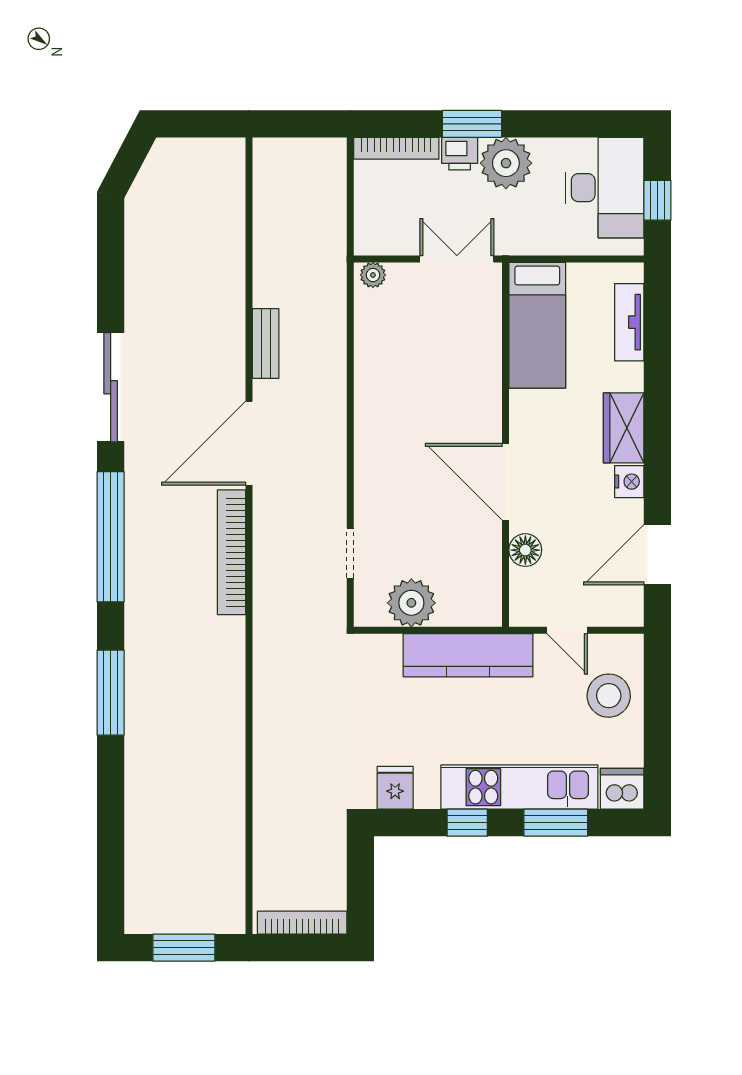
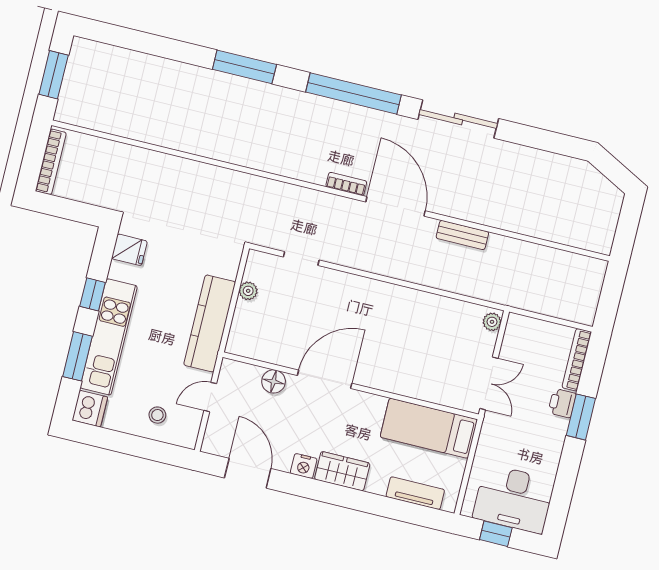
plant: (506, 163) -> (548, 434), removed
bookcase: (231, 552) -> (346, 184), width x0.43, depth x0.76
plant: (411, 603) -> (248, 291), width x0.53, depth x0.53
stool: (609, 696) -> (157, 415), width x0.53, depth x0.53

